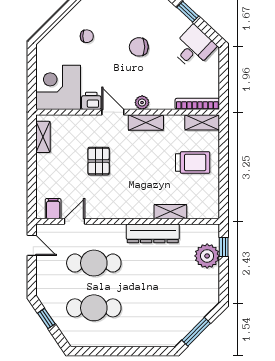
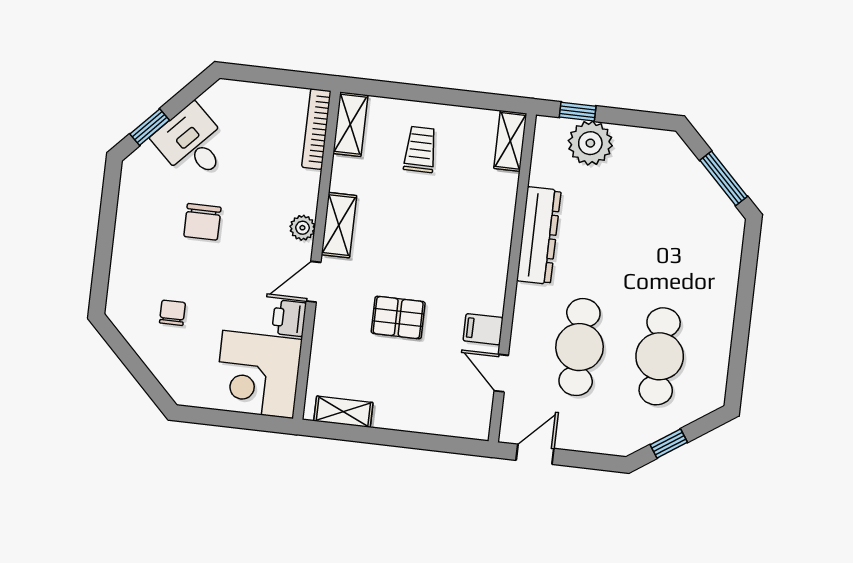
desk: (193, 48) -> (192, 143), moved
trolley: (193, 163) -> (420, 149), width x0.73, depth x0.72
filing cabinet: (53, 209) -> (483, 329), moved
shelving: (170, 212) -> (510, 141), moved

